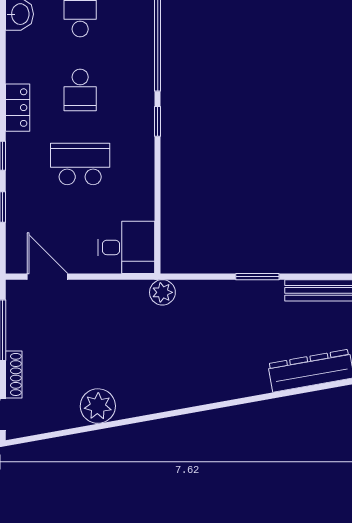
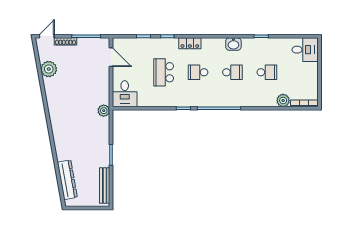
school desk: (80, 164) -> (164, 72), turned 180
door: (47, 277) -> (111, 57), hinge flipped
plant: (98, 406) -> (49, 69), moved

